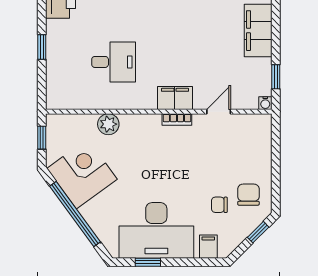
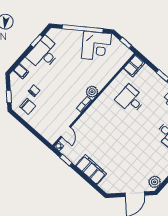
desk: (114, 62) -> (130, 99), turned 90
filing cabinet: (175, 98) -> (134, 66), moved
door: (219, 112) -> (66, 132), moved
plant: (108, 124) -> (92, 92), moved
desk: (156, 230) -> (44, 54), width x0.73, depth x0.77

